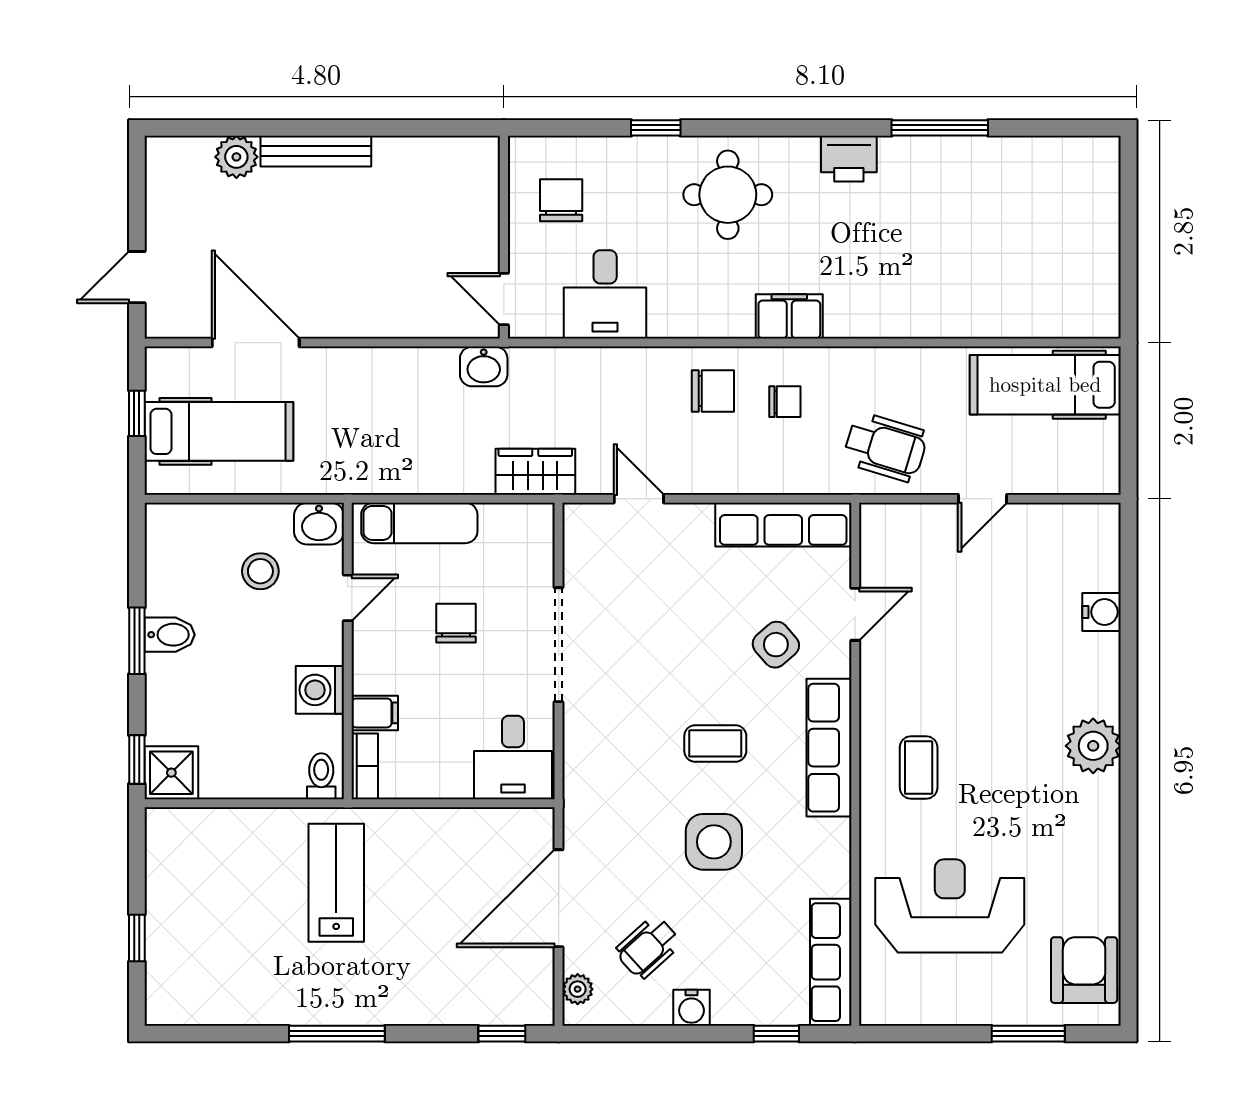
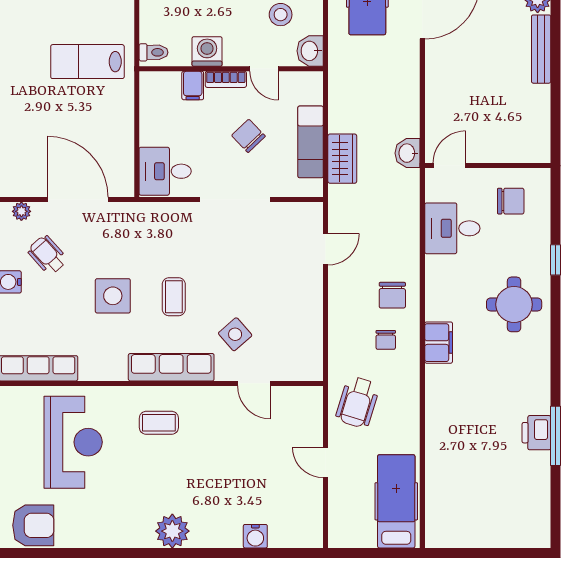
printer: (849, 159) -> (536, 433), moved
wardrobe: (535, 472) -> (342, 159), moved
exam couch: (419, 523) -> (311, 142), moved
row of seats: (783, 525) -> (309, 339), removed
chair: (456, 623) -> (248, 136), turned -134
bookcase: (365, 766) -> (226, 79), moved
lab bench: (336, 883) -> (87, 62), turned 180

